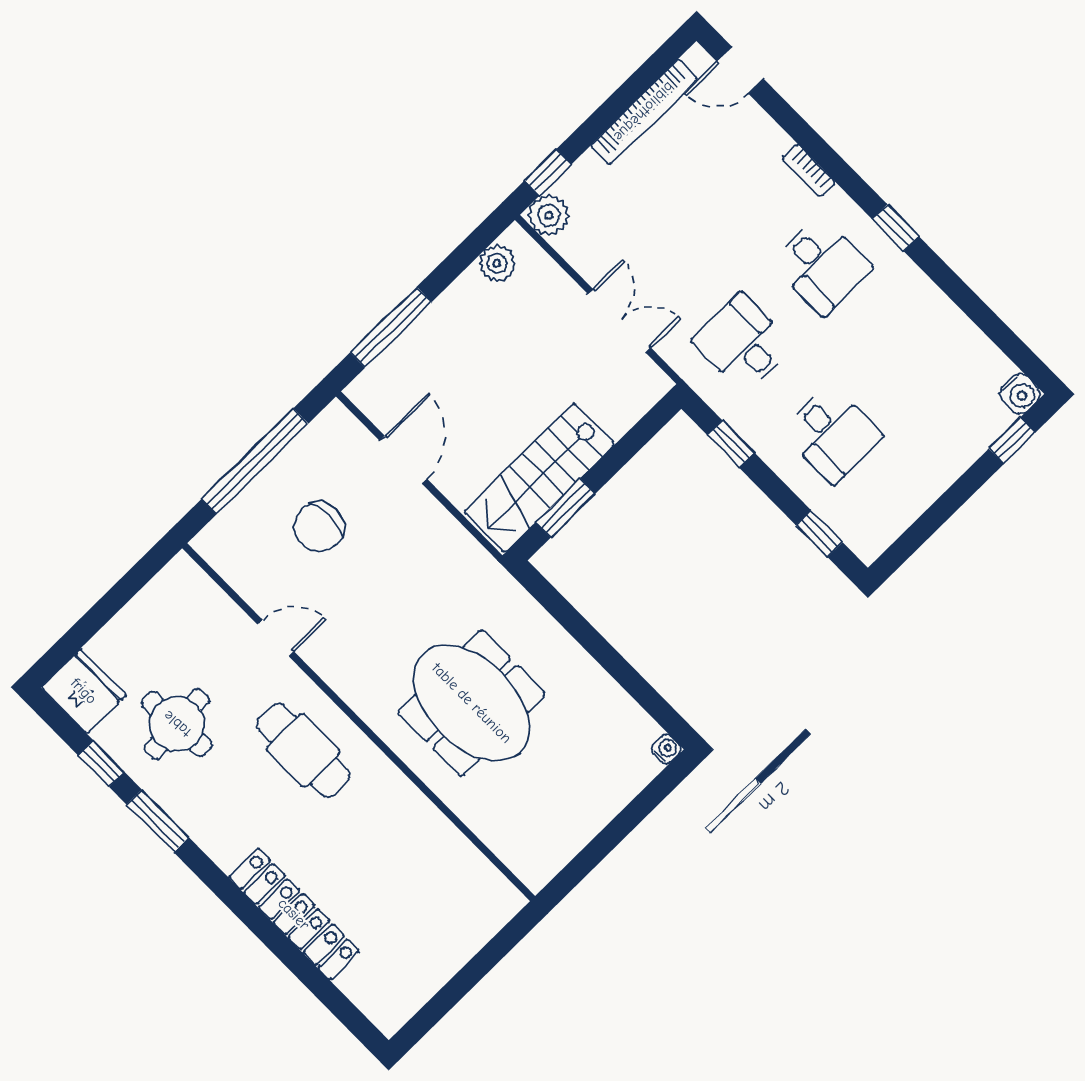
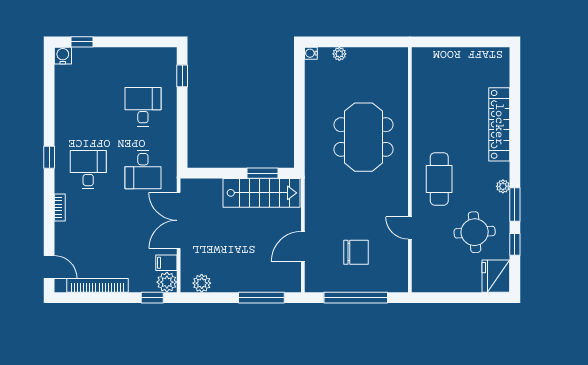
filing cabinet: (577, 242) -> (166, 263), added
double door: (619, 321) -> (179, 220), width x1.37
window: (731, 444) -> (182, 138), removed
plant: (625, 789) -> (339, 54), added
plant: (201, 830) -> (503, 186), added

